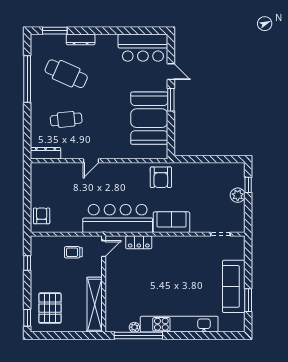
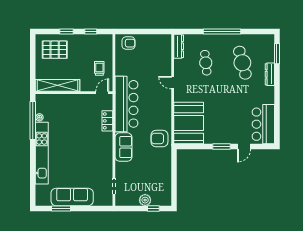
cafe table: (66, 74) -> (242, 63), turned -39
window: (27, 79) -> (222, 32), moved
booth: (149, 118) -> (189, 123), moved, turned 90
door: (104, 249) -> (102, 93), swing flipped
window: (27, 318) -> (67, 32), moved

